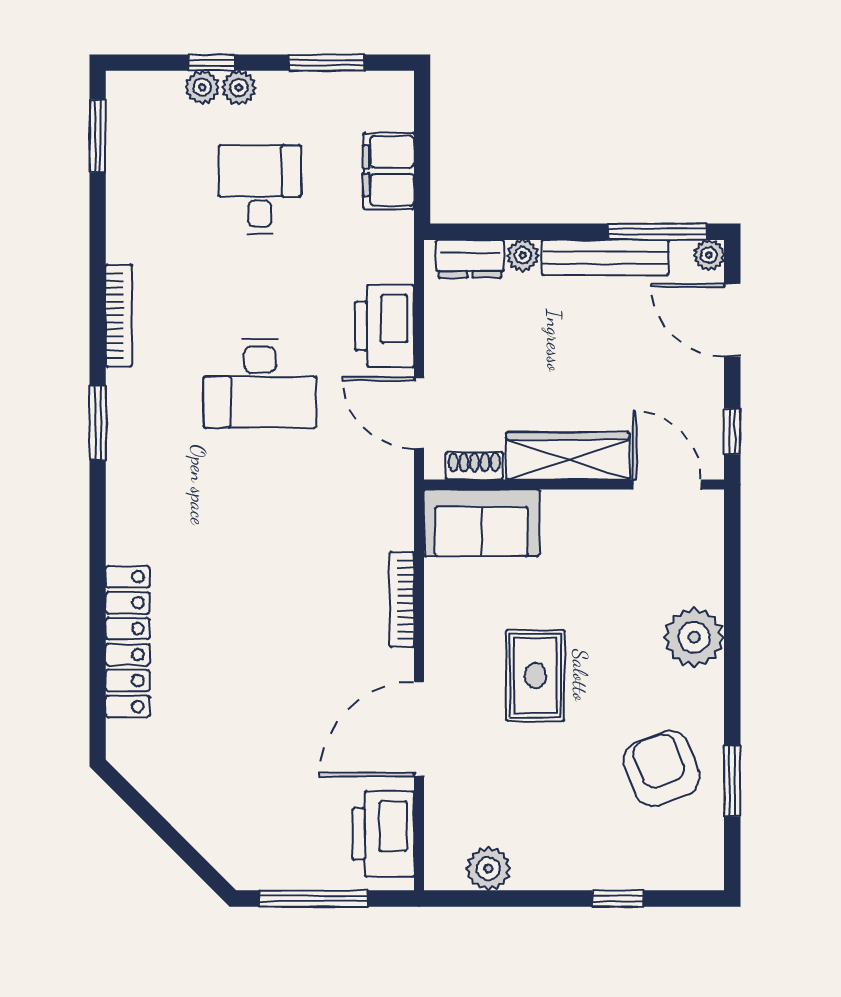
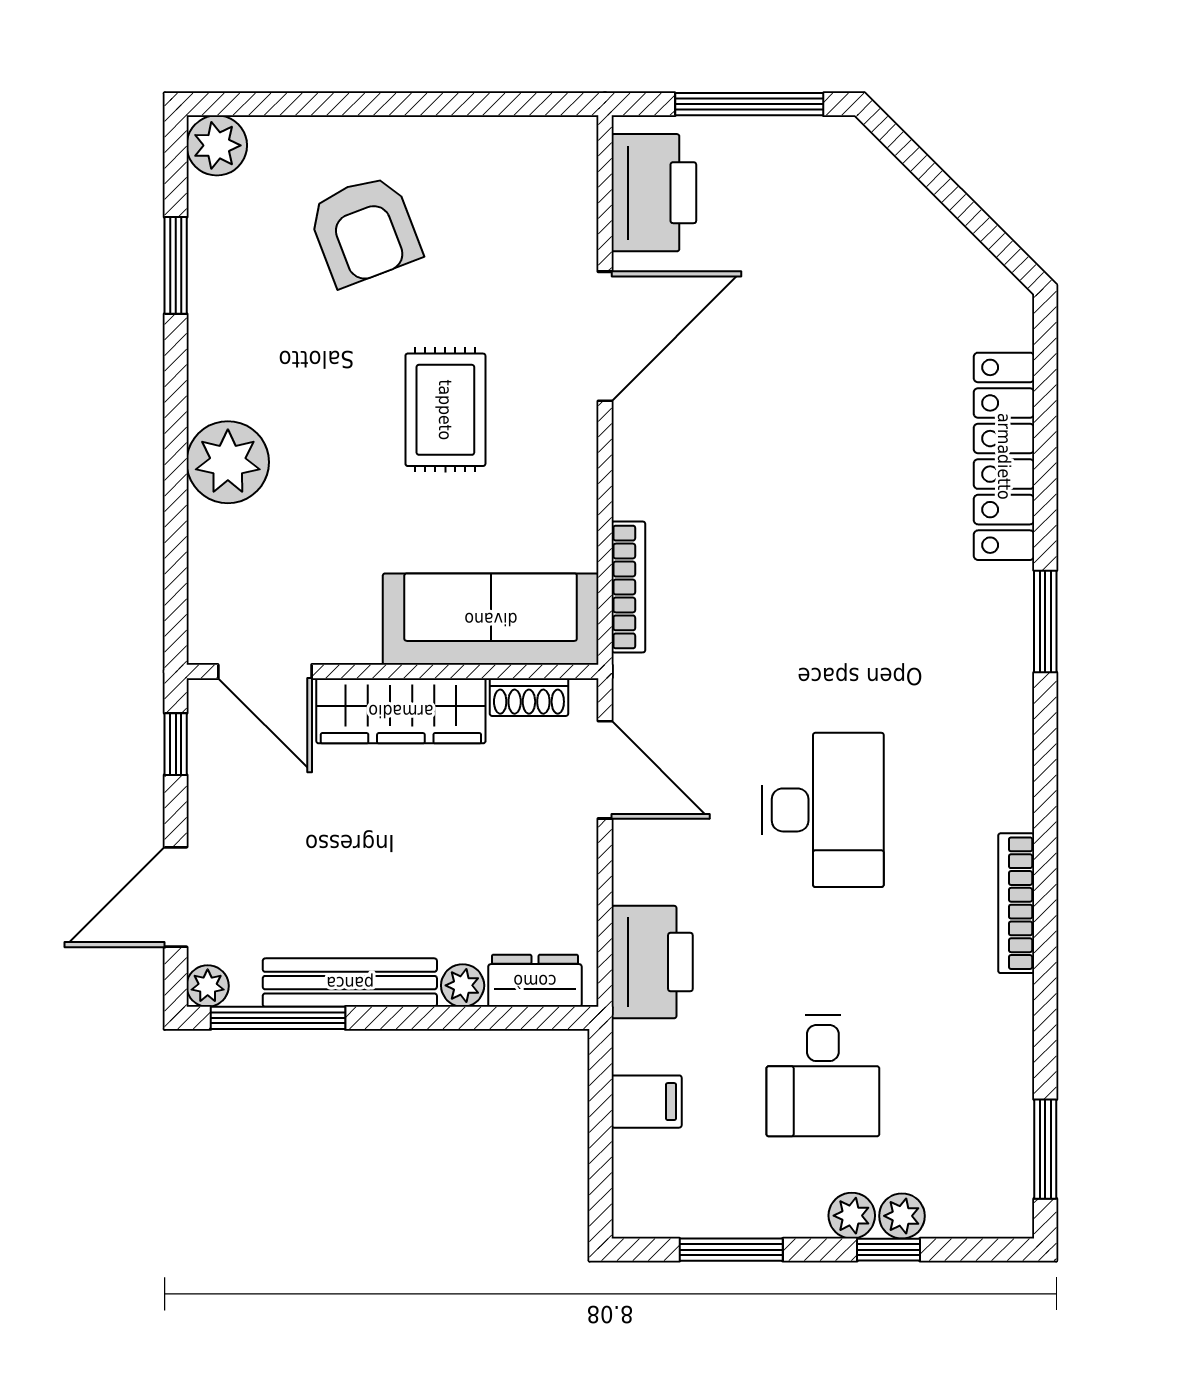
filing cabinet: (389, 171) -> (647, 1102), width x0.50
door: (732, 320) -> (176, 897), swing flipped
printer: (385, 326) -> (652, 962), moved
desk: (260, 384) -> (823, 810), turned 90
window: (98, 423) -> (1045, 621), moved
sofa: (482, 523) -> (491, 619), width x1.36
bookcase: (402, 600) -> (628, 587), moved
armchair: (662, 769) -> (364, 230), moved
plant: (488, 868) -> (217, 145), moved
window: (618, 898) -> (332, 104), removed

